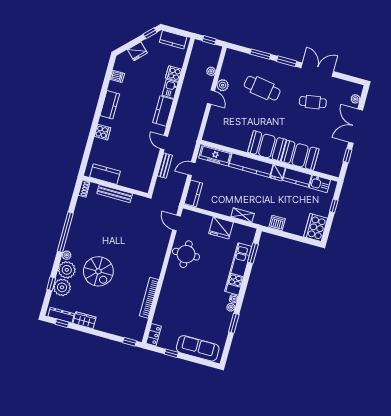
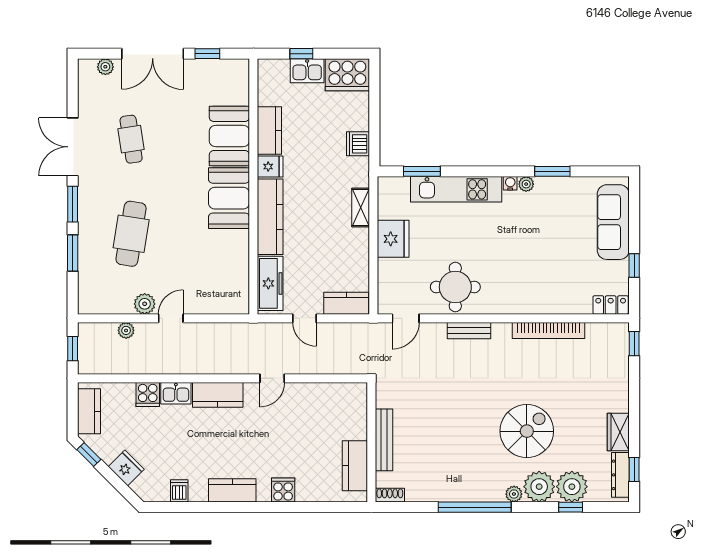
bench: (165, 166) -> (469, 331), moved
kitchen sink: (320, 184) -> (307, 71), moved, turned 90

